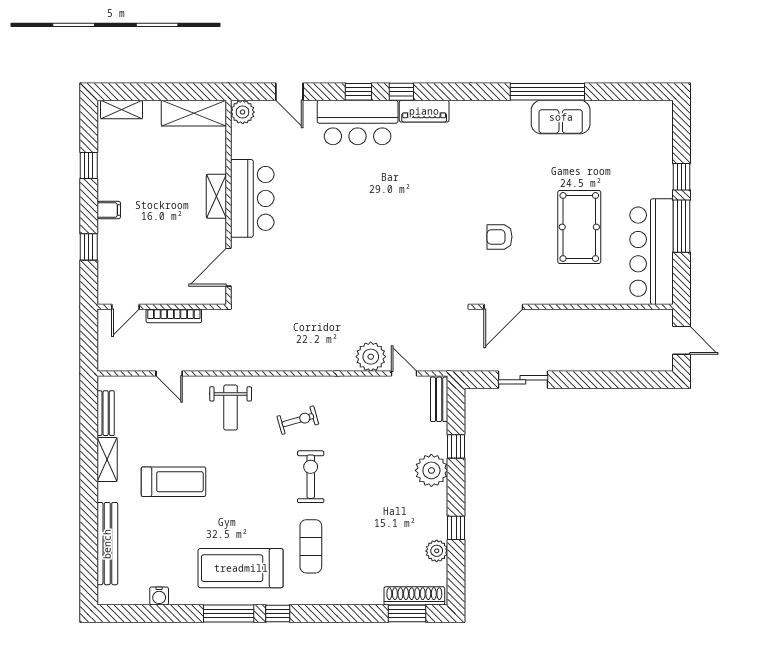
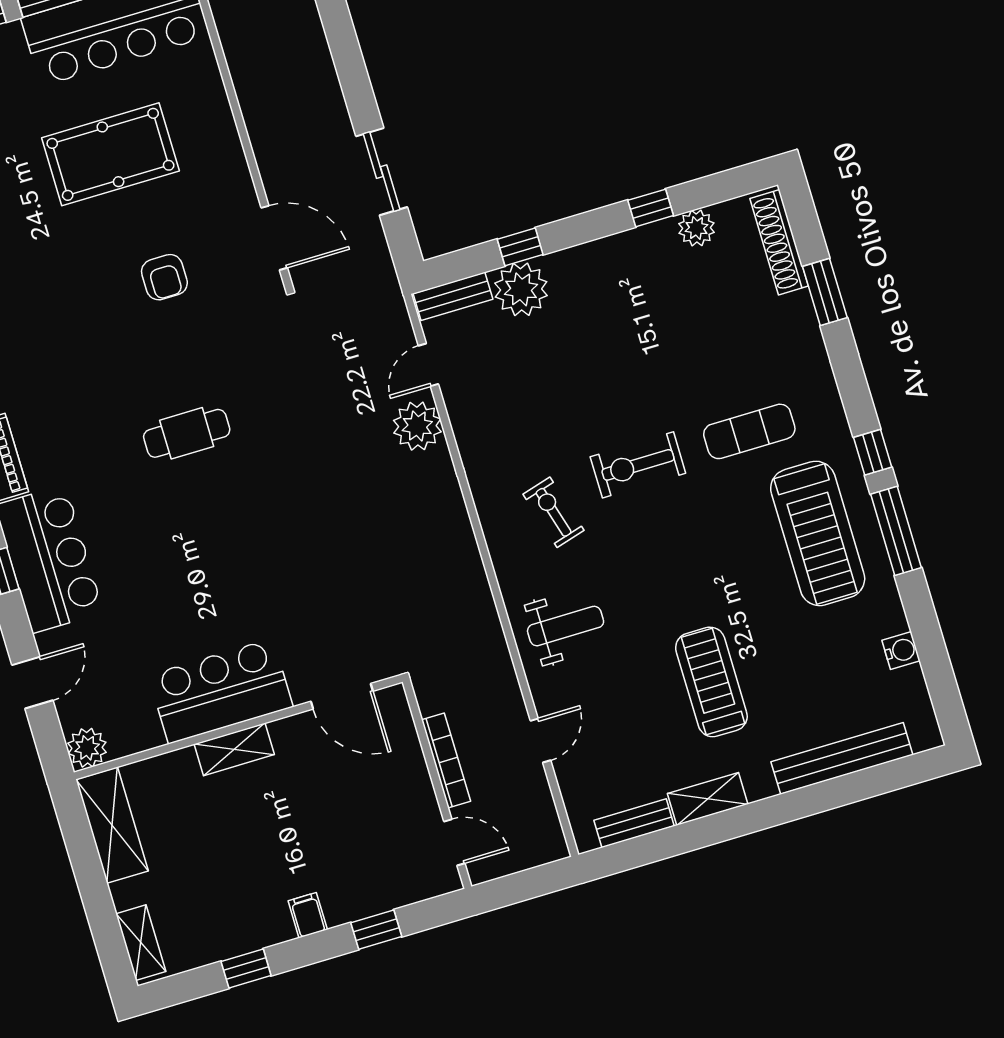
cafe table: (406, 223) -> (187, 433), added
plant: (431, 470) -> (521, 289), moved
window: (407, 614) -> (825, 292), moved

